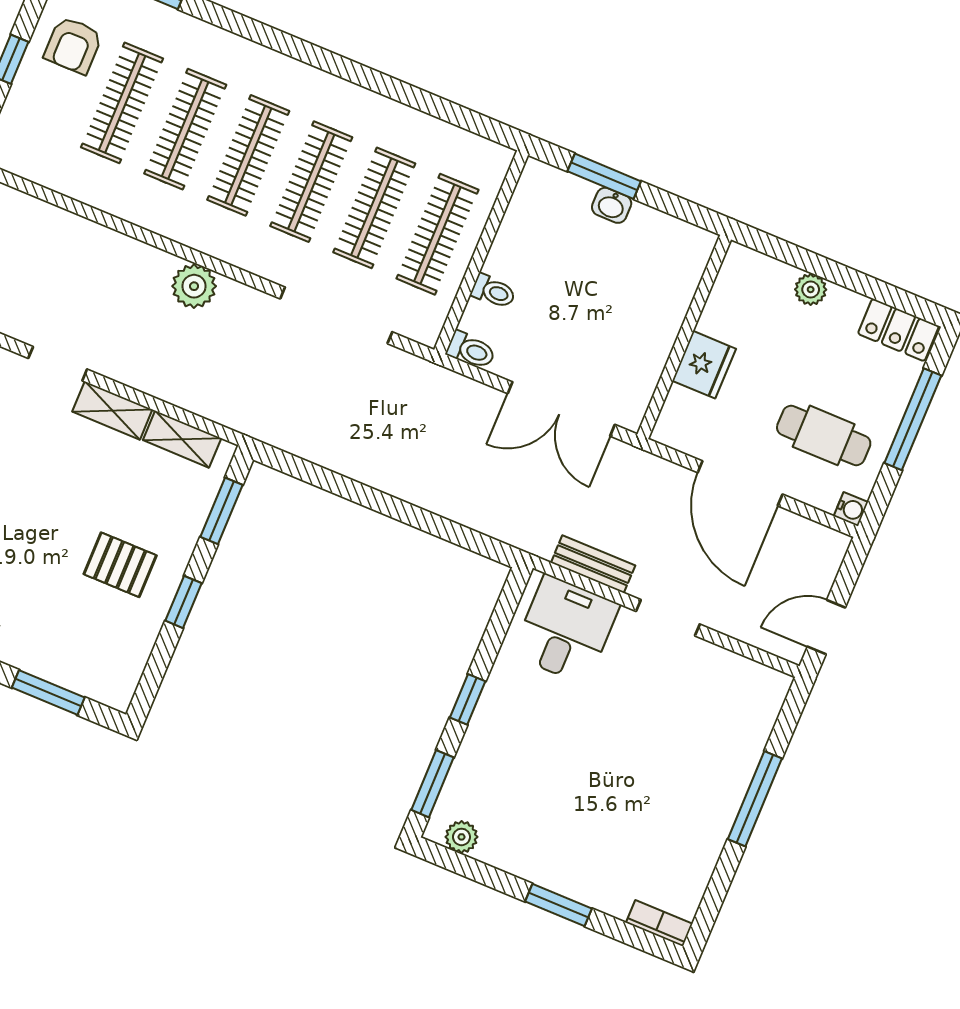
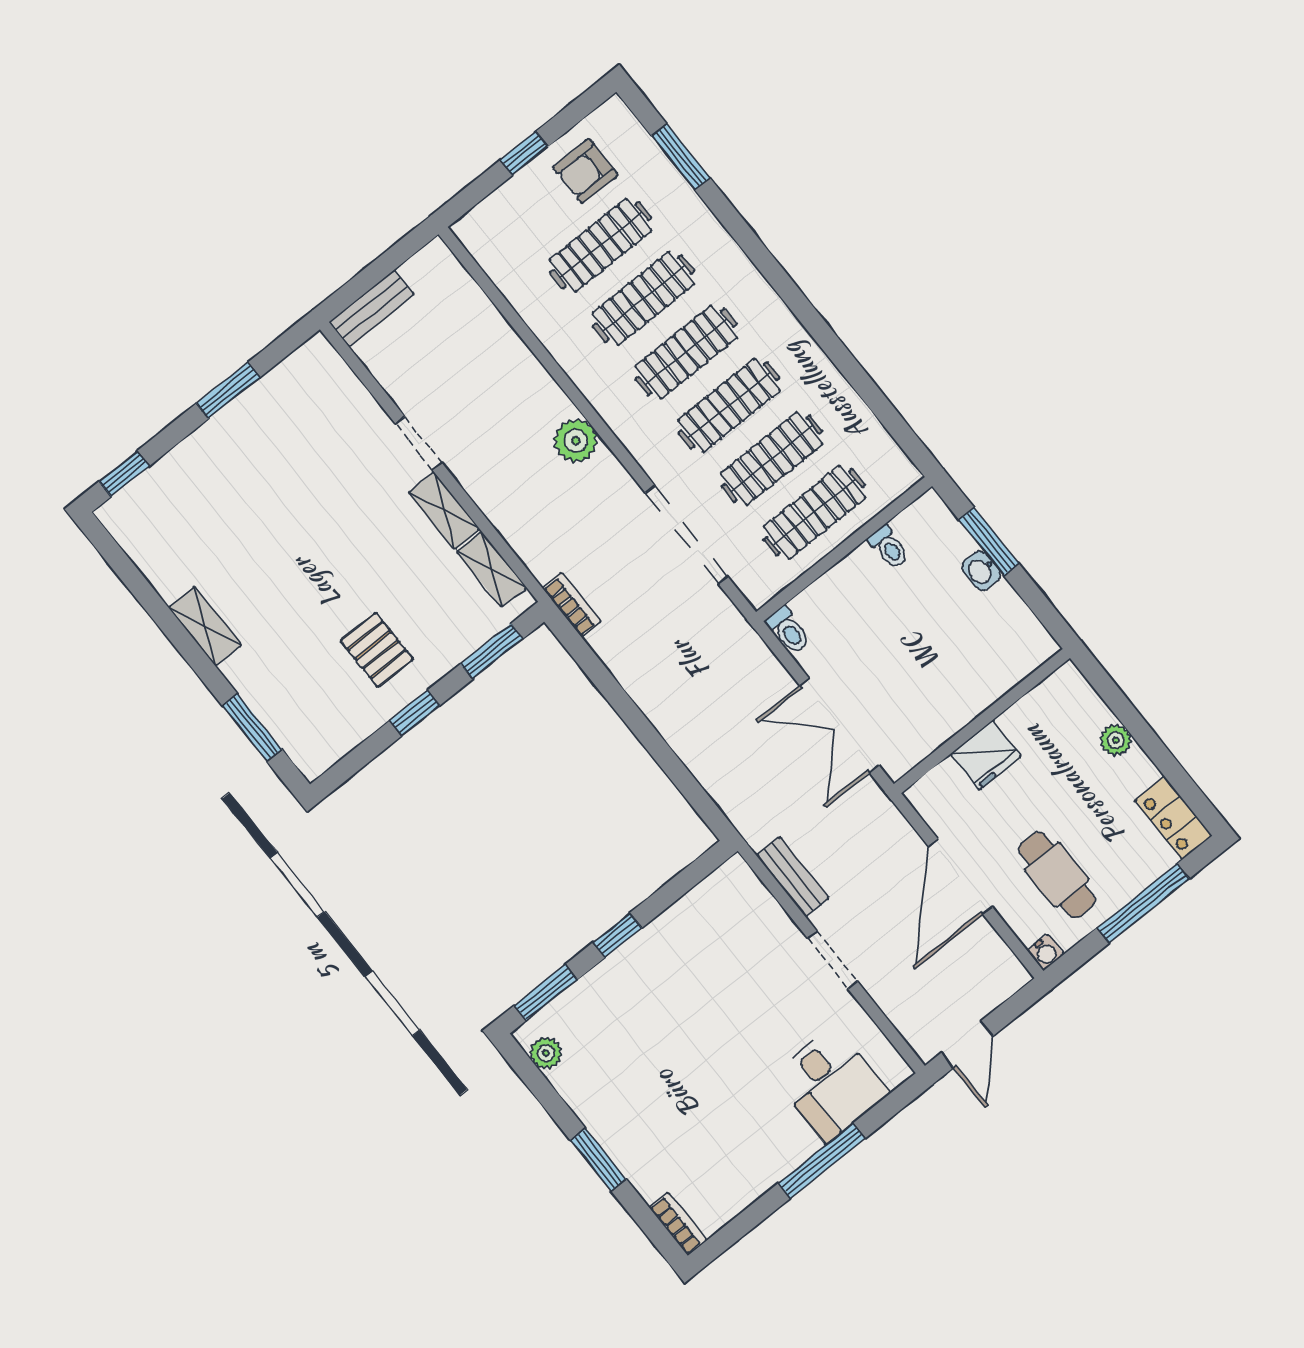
toilet: (493, 291) -> (889, 547), moved
bookcase: (269, 432) -> (572, 605), added
door: (826, 627) -> (967, 1044), swing flipped
desk: (566, 630) -> (831, 1084), moved, turned 90

